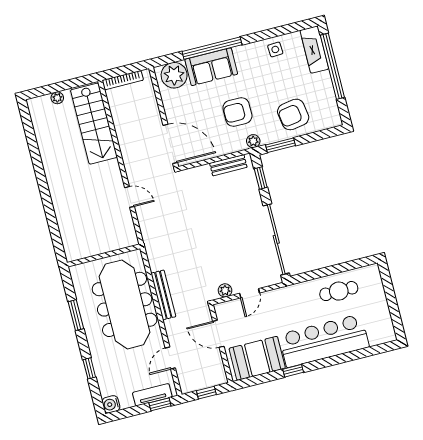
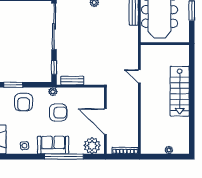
sofa: (211, 67) -> (53, 145), moved
armchair: (293, 114) -> (24, 102), turned 99
stairs: (94, 124) -> (180, 91), moved, turned 180
door: (170, 144) -> (105, 121), moved
window: (281, 145) -> (13, 85), moved

